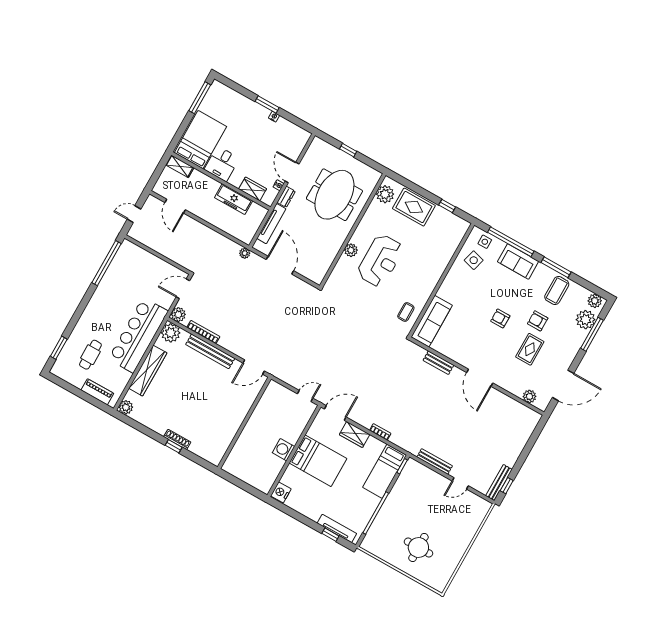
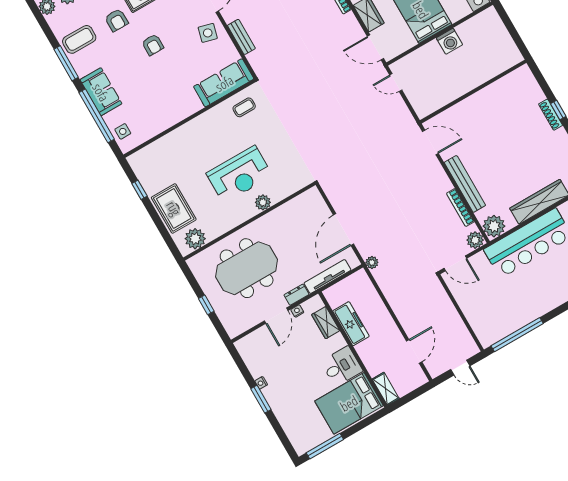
side table: (474, 260) -> (208, 33), moved
reception desk: (380, 261) -> (239, 174), turned 180

